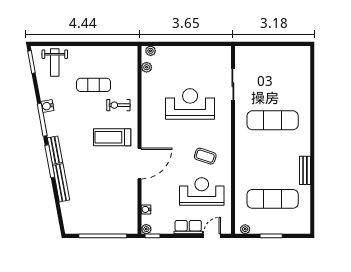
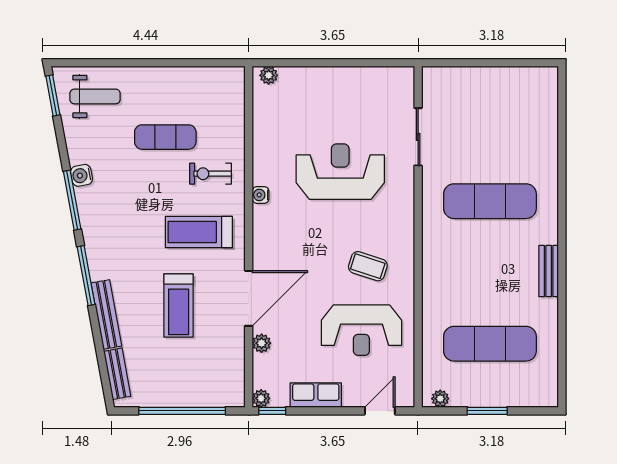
weight bench: (55, 63) -> (95, 96), turned -90
plant: (147, 67) -> (262, 343), moved
bench: (55, 150) -> (117, 374), moved
door: (140, 163) -> (249, 298), moved
bench: (305, 170) -> (549, 271), moved
treadmill: (101, 178) -> (179, 306), added
reception desk: (202, 191) -> (361, 330), turned 180
water cooler: (146, 209) -> (261, 195), moved
row of seats: (188, 227) -> (316, 395), moved

